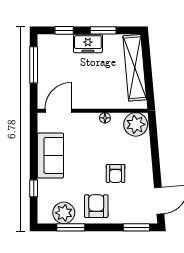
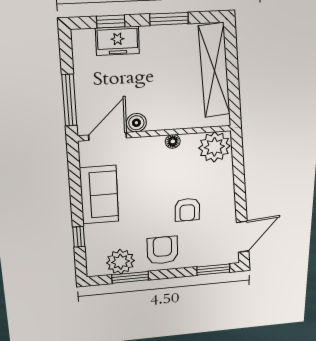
freezer: (88, 43) -> (118, 41), moved
window: (34, 65) -> (69, 100), moved
boiler: (79, 102) -> (136, 123), added

